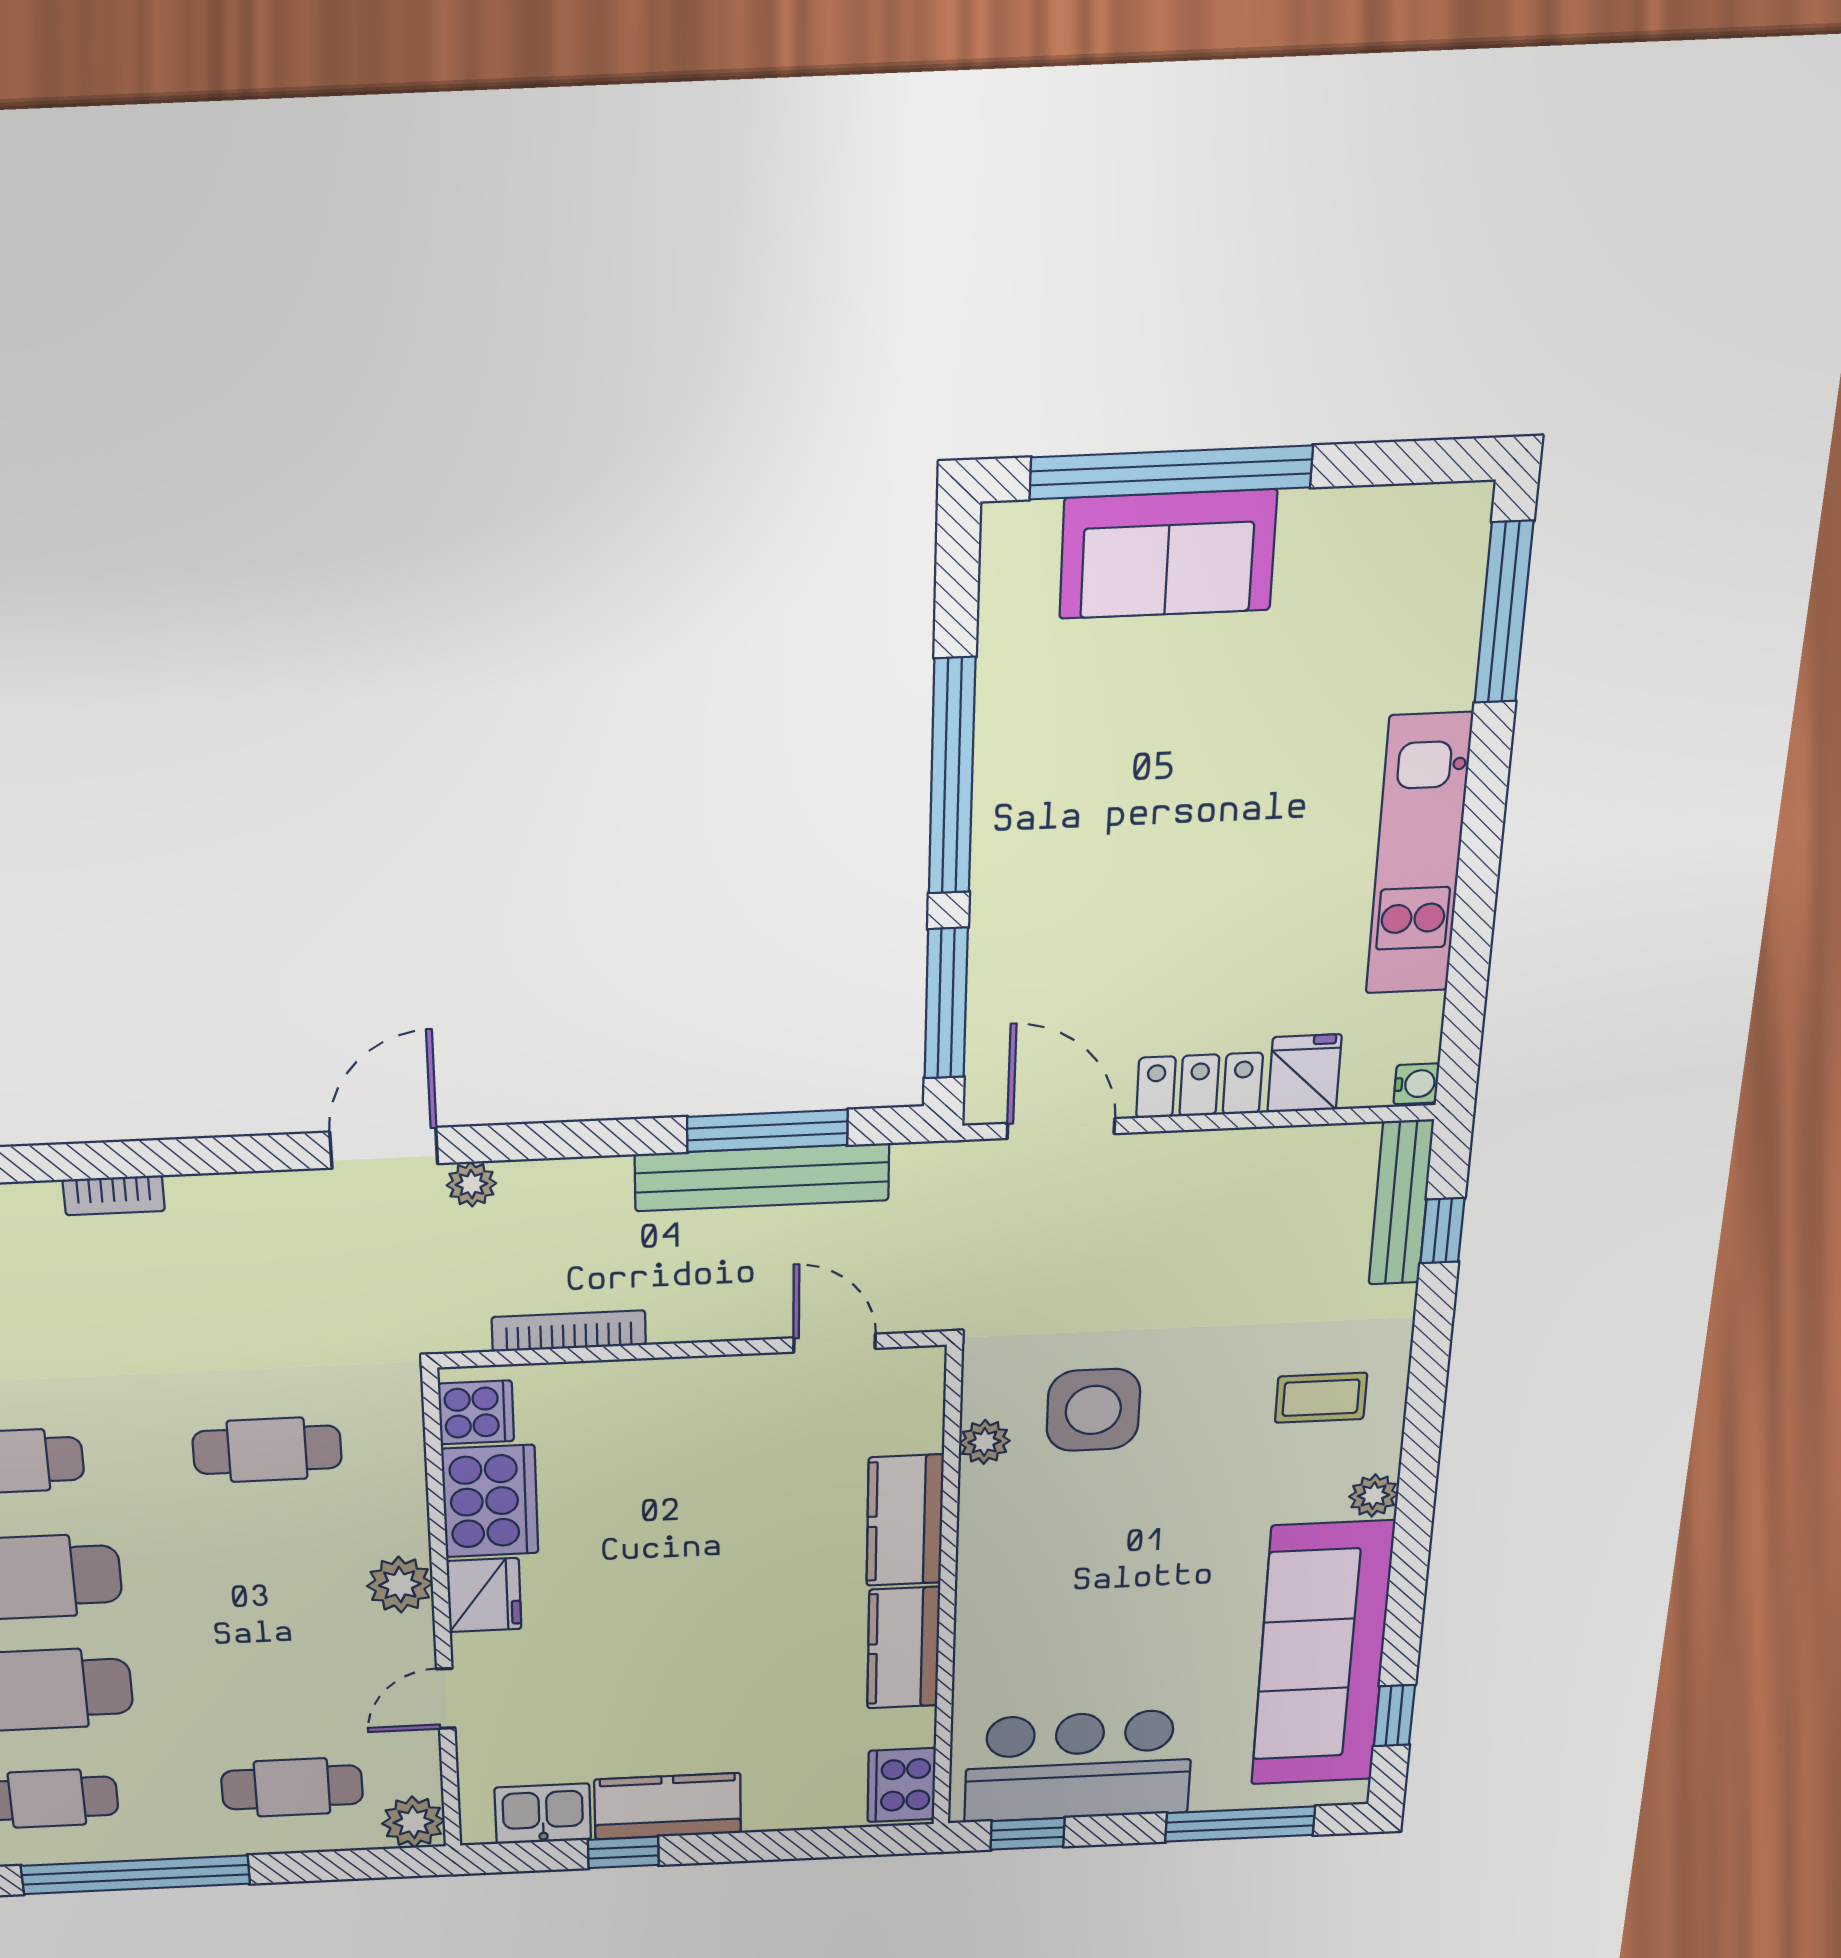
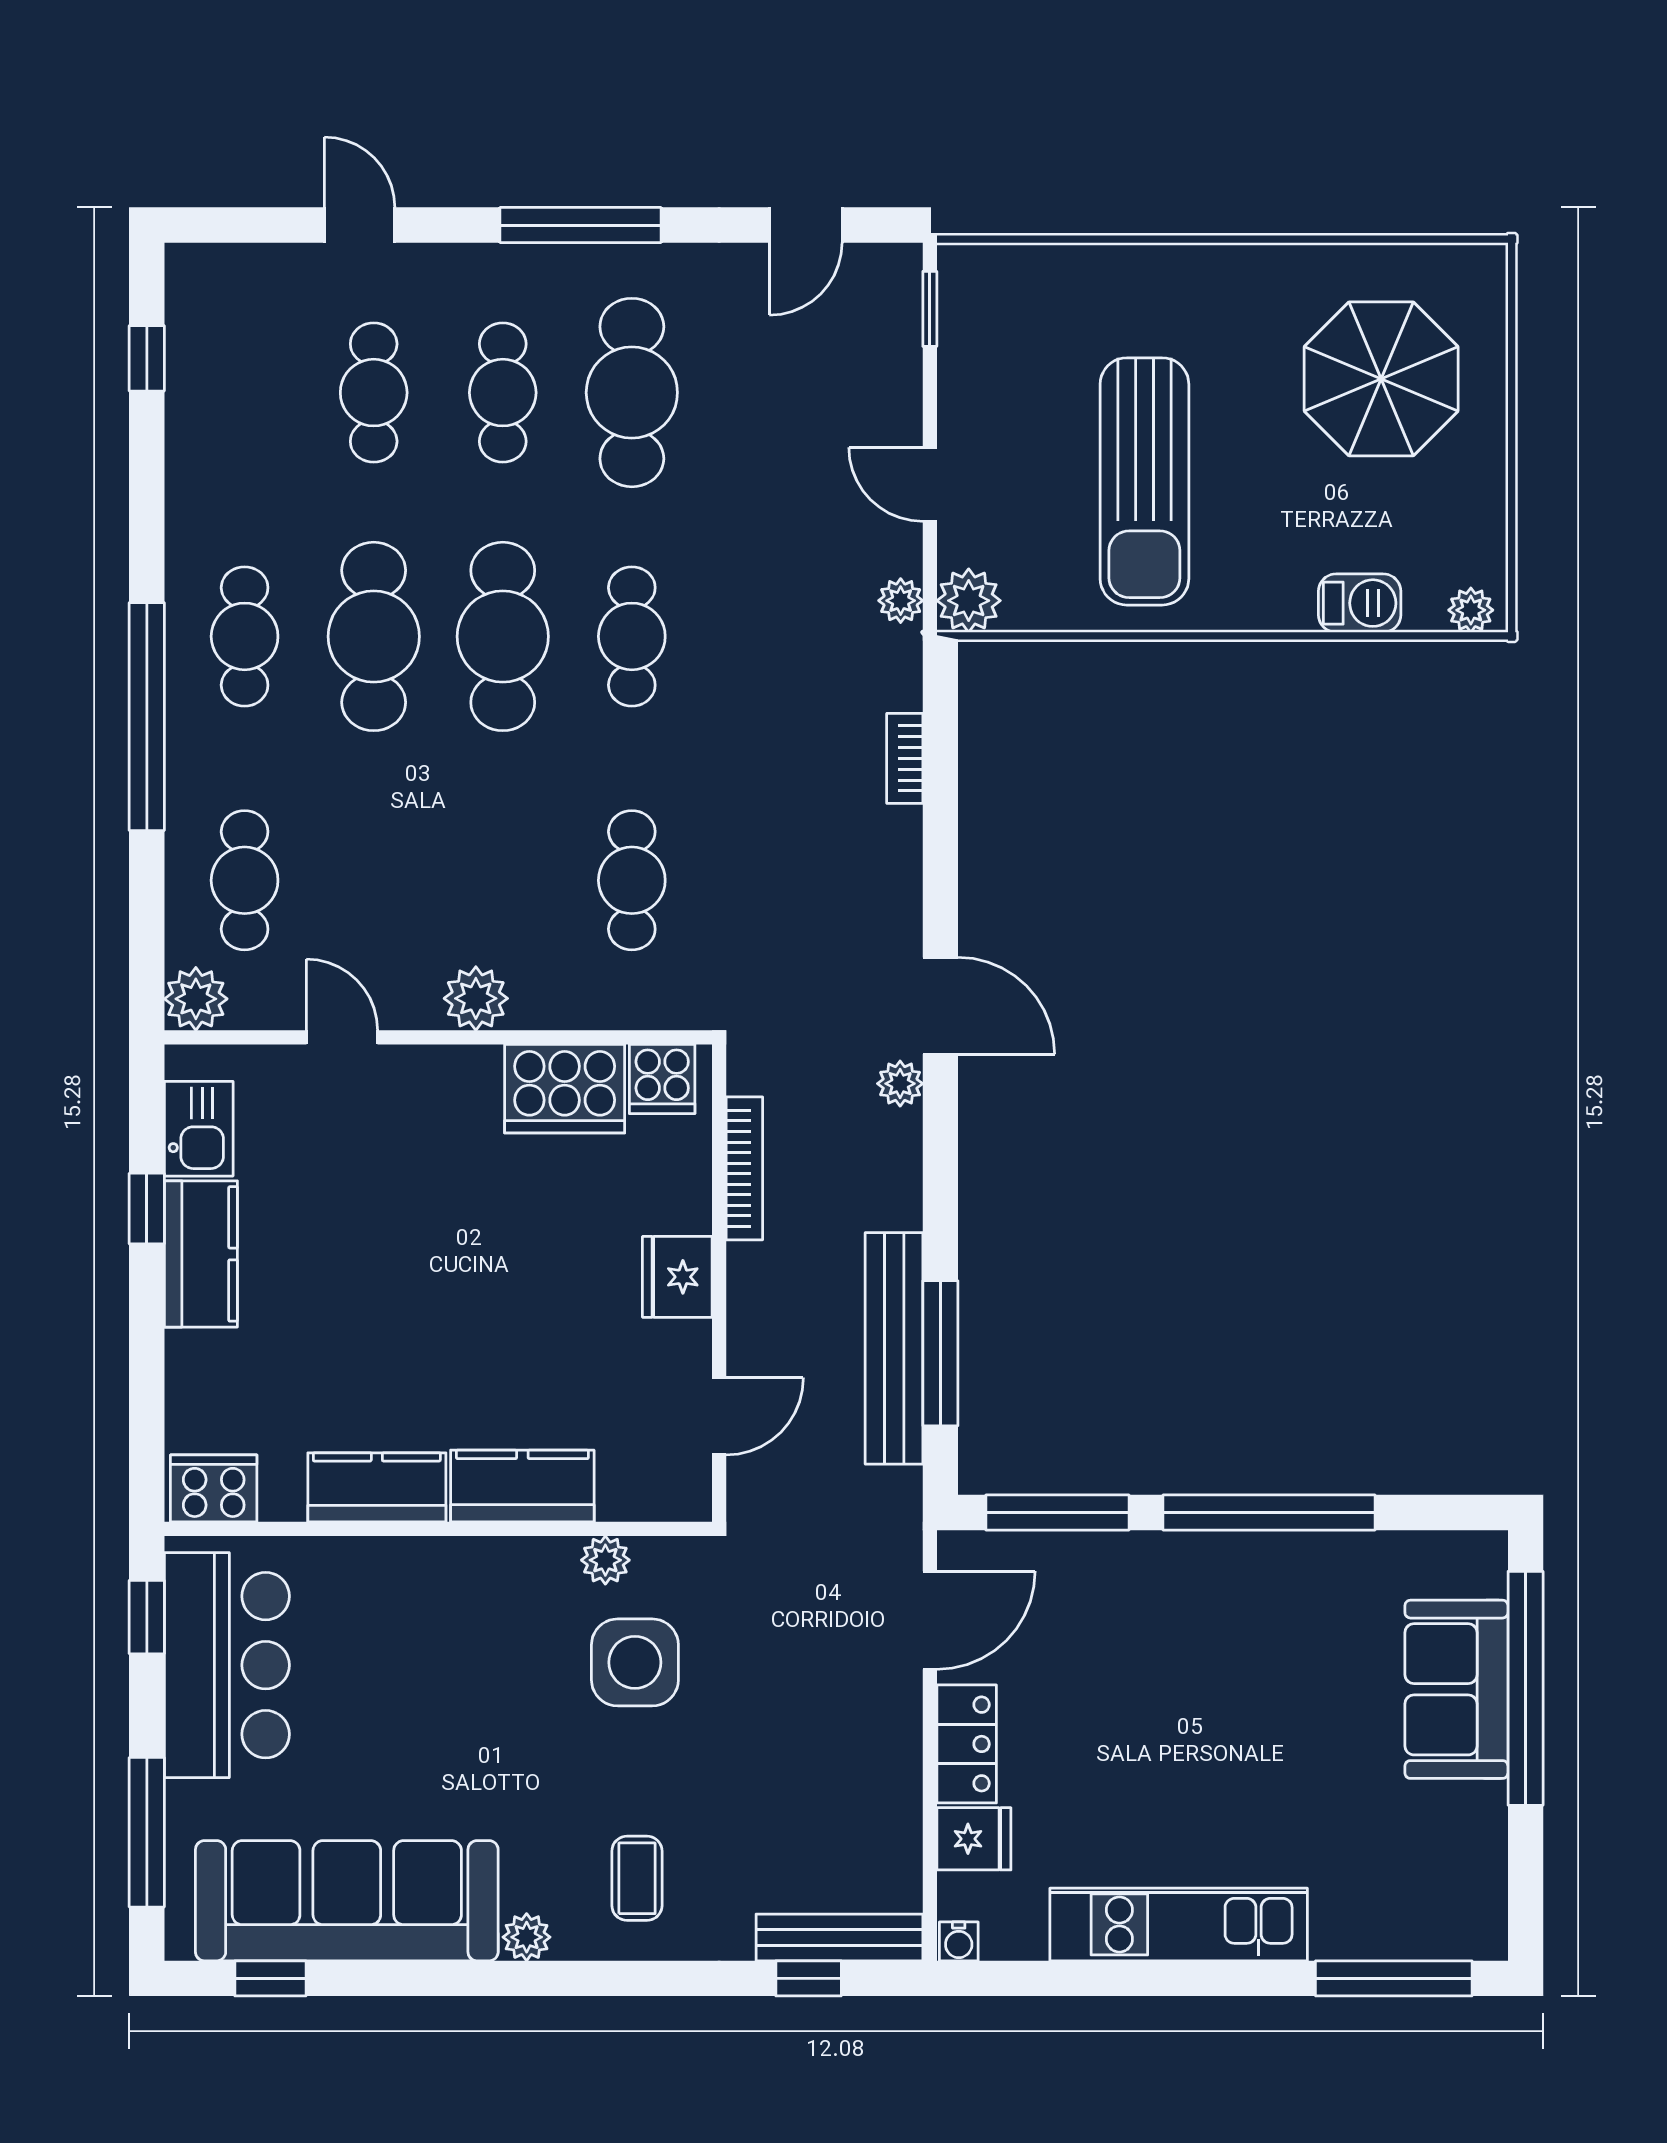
fridge: (484, 1595) -> (677, 1277), moved, turned 90

